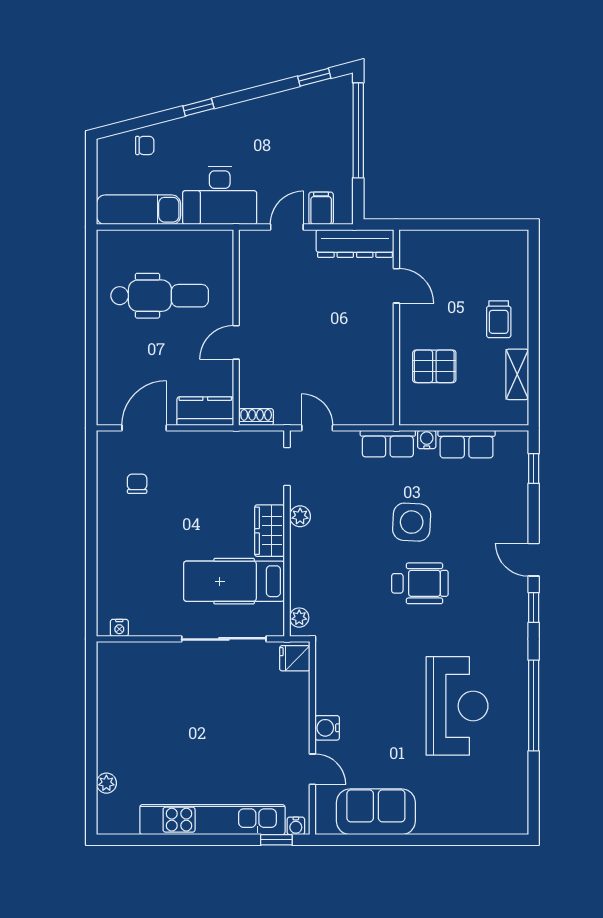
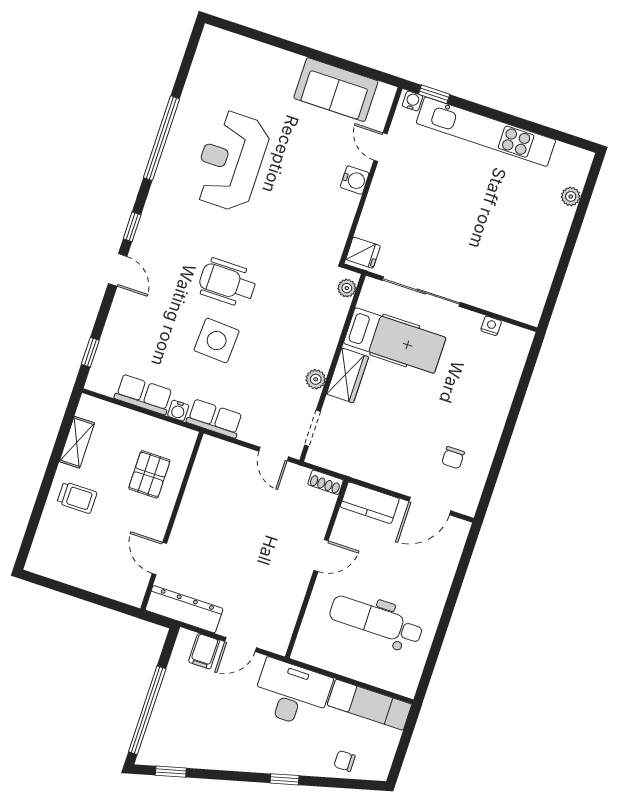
trolley: (499, 319) -> (77, 498), turned 90
pallet: (434, 366) -> (149, 474), turned 90
nightstand: (119, 628) -> (491, 326), moved

